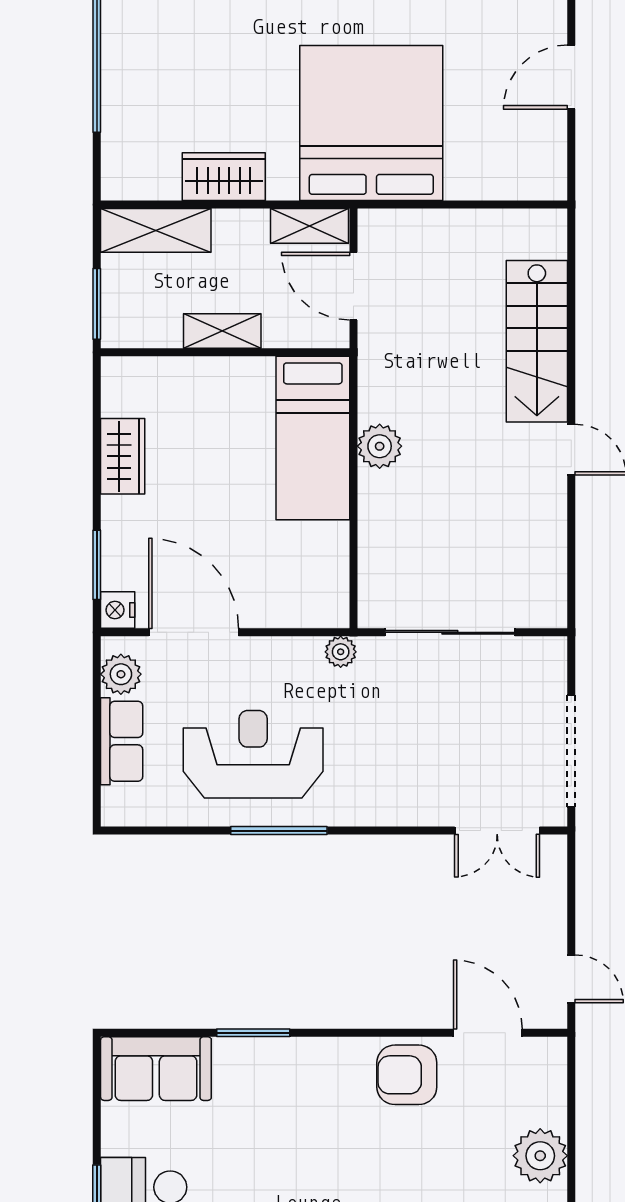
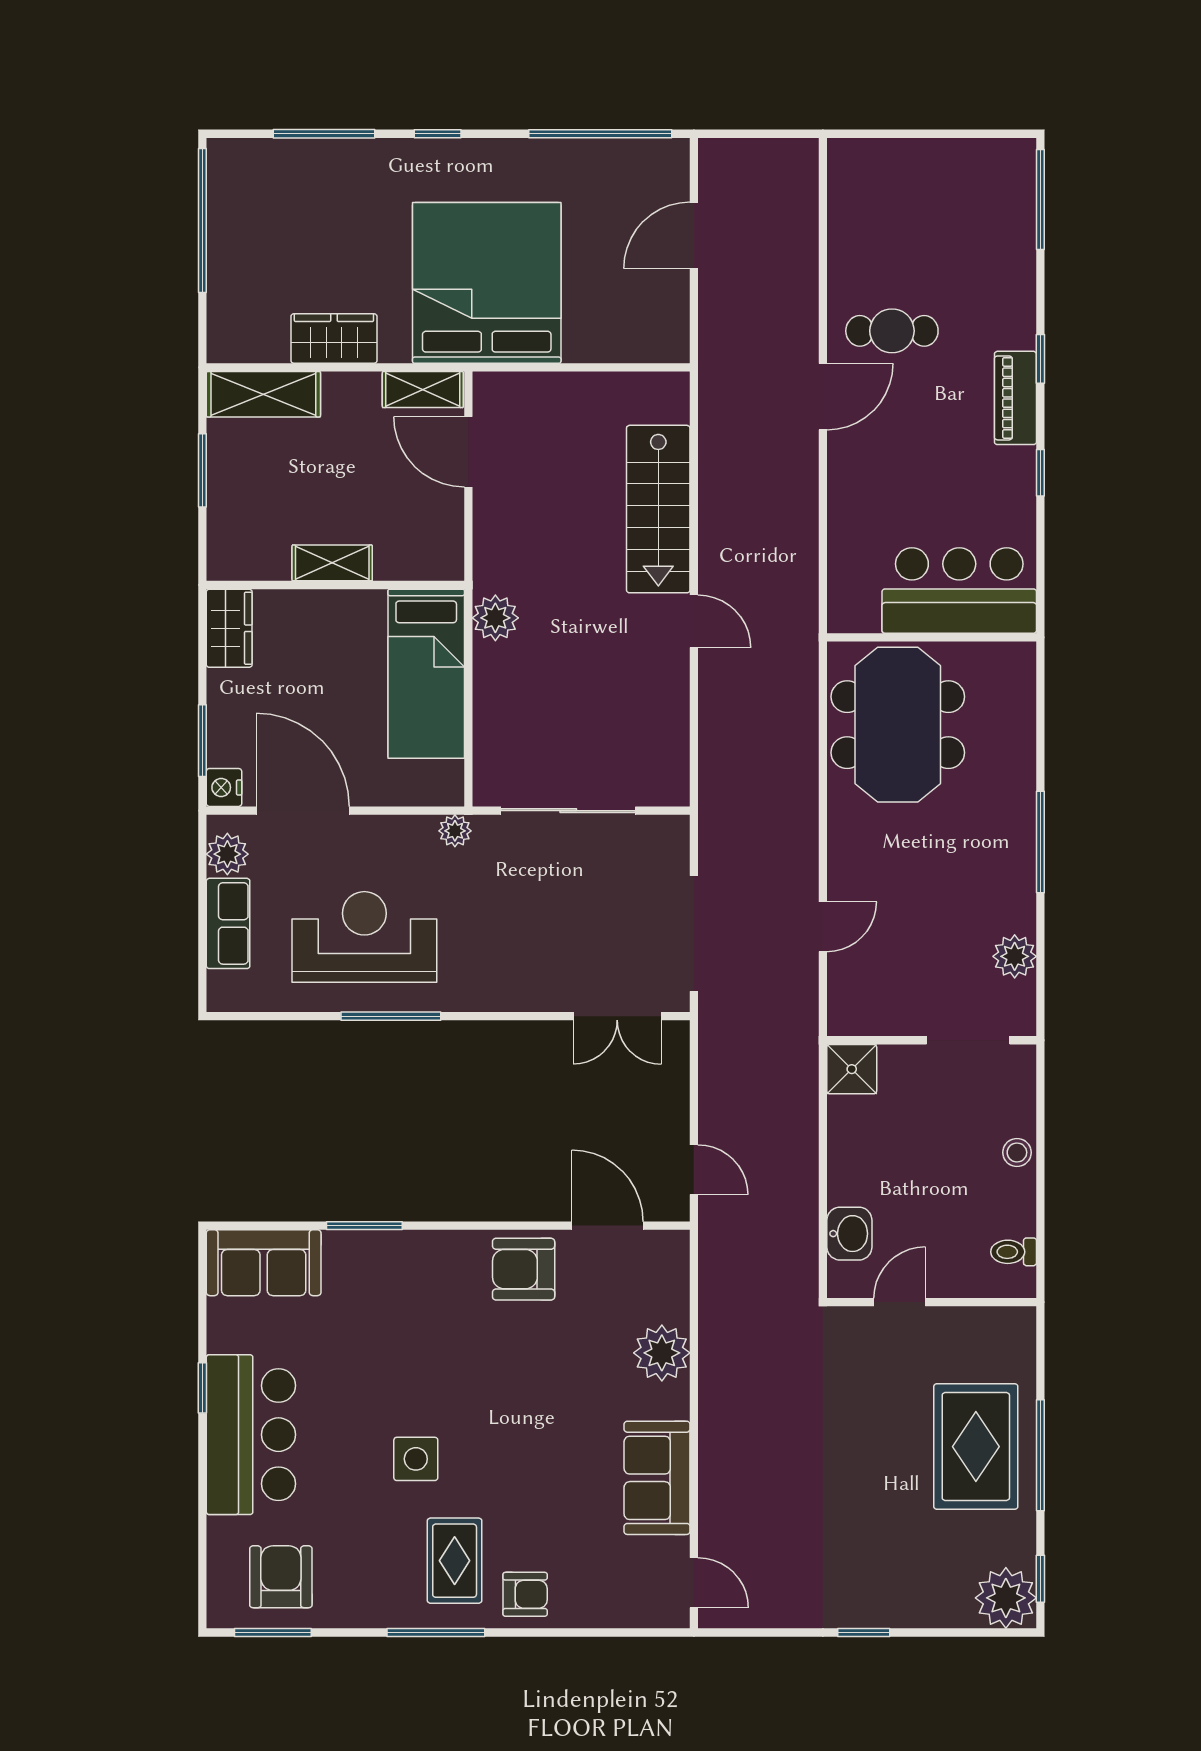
shelving: (222, 331) -> (332, 563), moved
wall: (225, 352) -> (335, 585), moved
bed: (313, 438) -> (426, 674), moved

